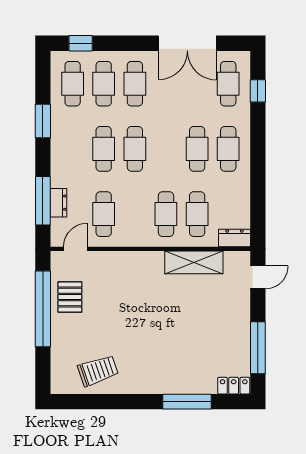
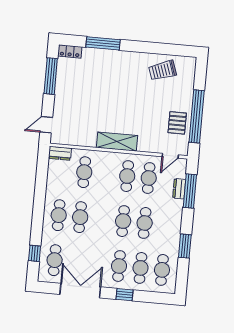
window: (81, 43) -> (125, 295), moved
cafe table: (166, 214) -> (127, 176), moved
shelving: (194, 262) -> (117, 142), moved

